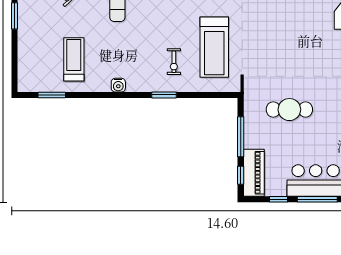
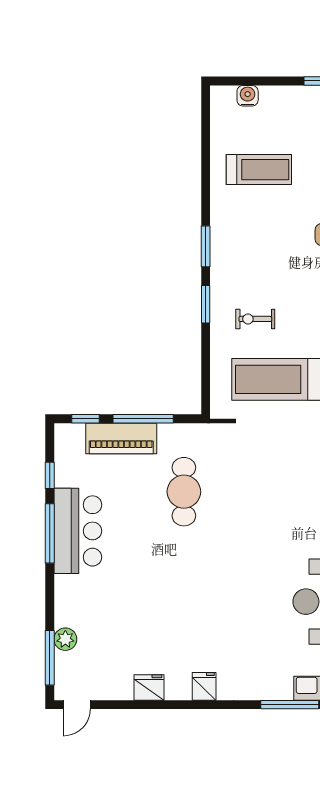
water cooler: (118, 85) -> (248, 96), moved, turned 90
window: (52, 95) -> (206, 246), moved
piano: (254, 173) -> (121, 438), moved

